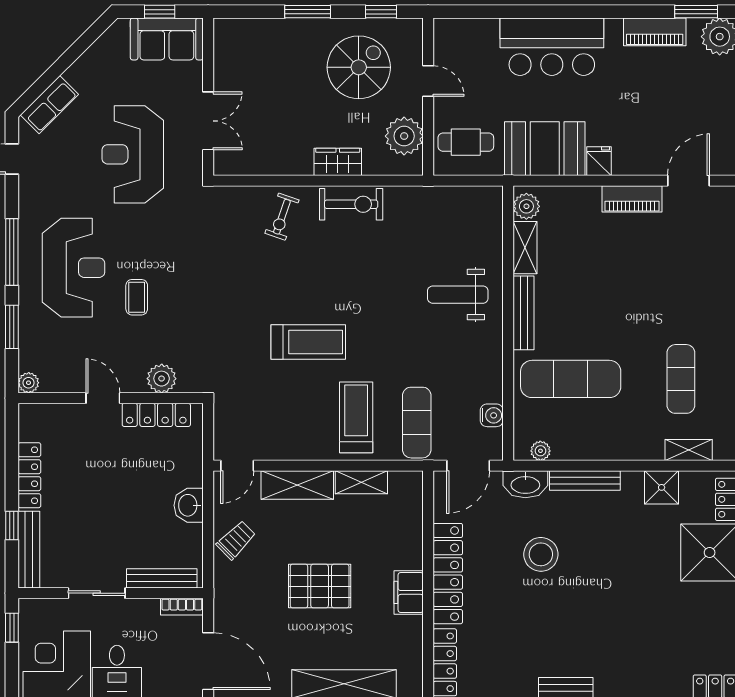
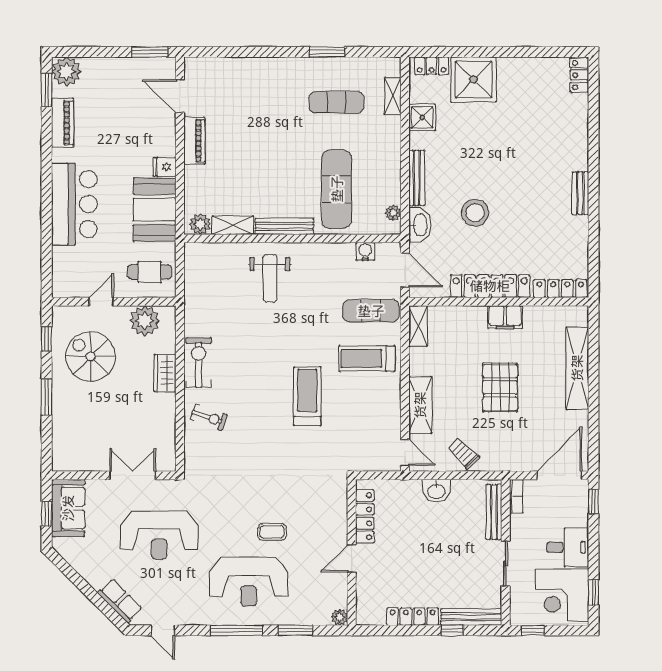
cafe table: (466, 142) -> (150, 272), turned 90
reception desk: (74, 268) -> (249, 582), turned 180
plant: (162, 379) -> (336, 512), removed
shelving: (361, 482) -> (418, 326), moved

